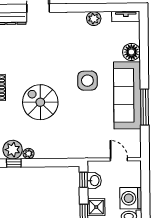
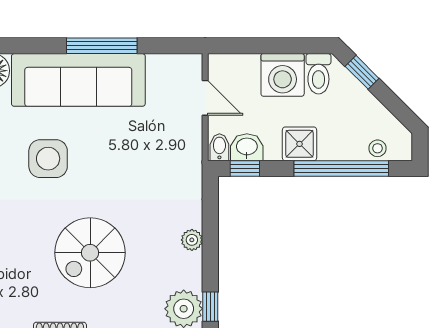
plant: (29, 154) -> (192, 240), moved
door: (119, 159) -> (205, 98), swing flipped
bidet: (94, 167) -> (219, 147), added

